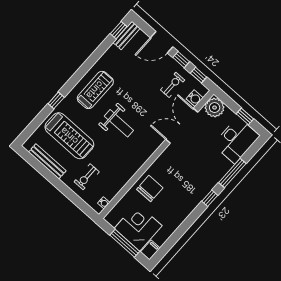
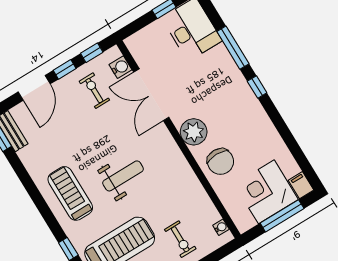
plant: (215, 108) -> (194, 132), moved
chair: (150, 189) -> (220, 162), turned 180

